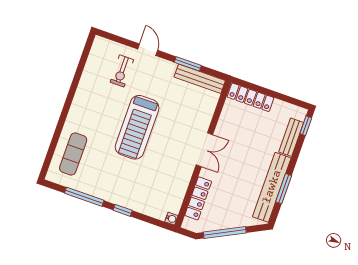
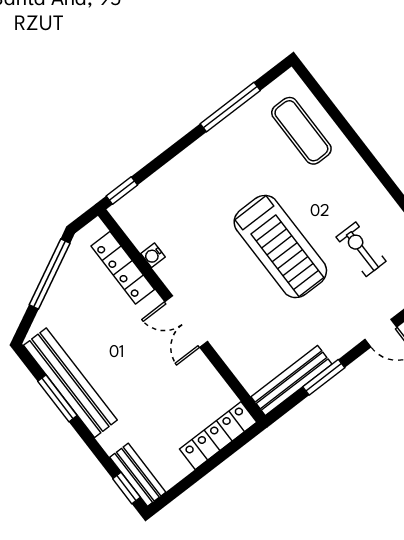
exercise bike: (122, 71) -> (361, 249), moved
treadmill: (137, 127) -> (280, 246), turned 180
bench: (291, 137) -> (138, 475), moved
window: (123, 210) -> (122, 191), moved
water cooler: (171, 219) -> (153, 255), moved

